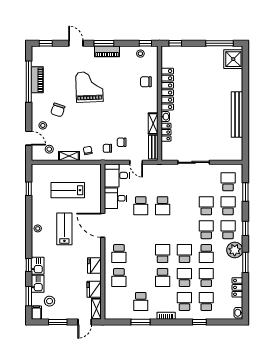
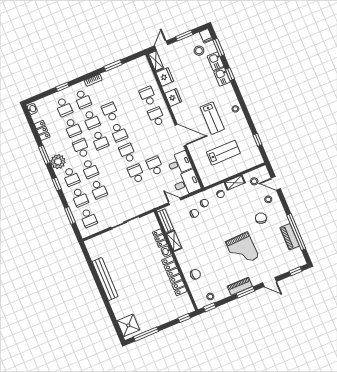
school desk: (141, 301) -> (127, 153), moved

